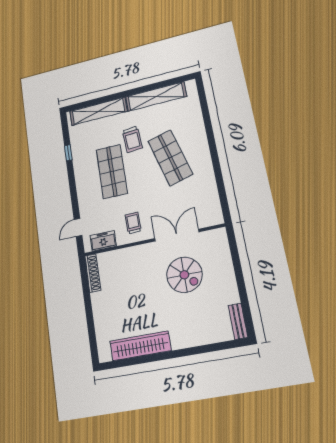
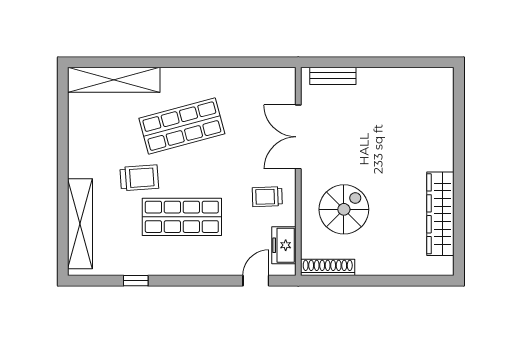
shelving: (156, 97) -> (114, 80), moved, turned 90
door: (78, 227) -> (256, 281), swing flipped
spiral stairs: (184, 275) -> (344, 209), moved
bench: (238, 321) -> (333, 76), moved

